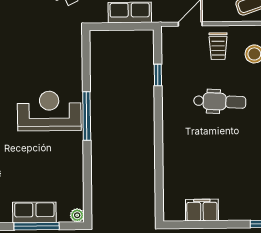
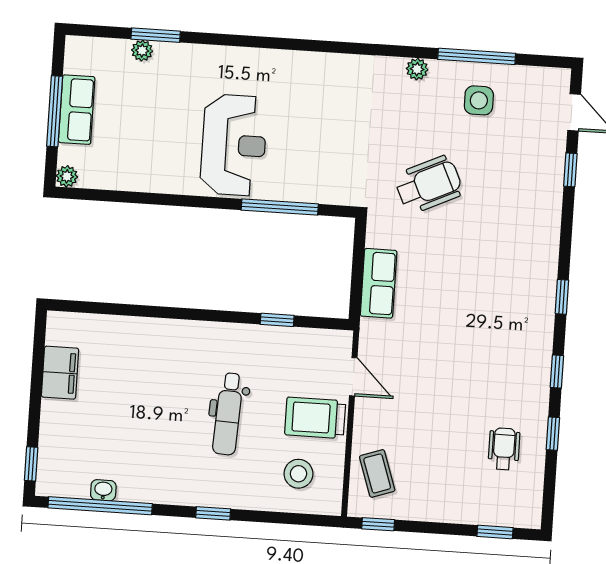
trolley: (218, 46) -> (315, 418), width x1.36, depth x1.39
window: (87, 116) -> (280, 207), moved

